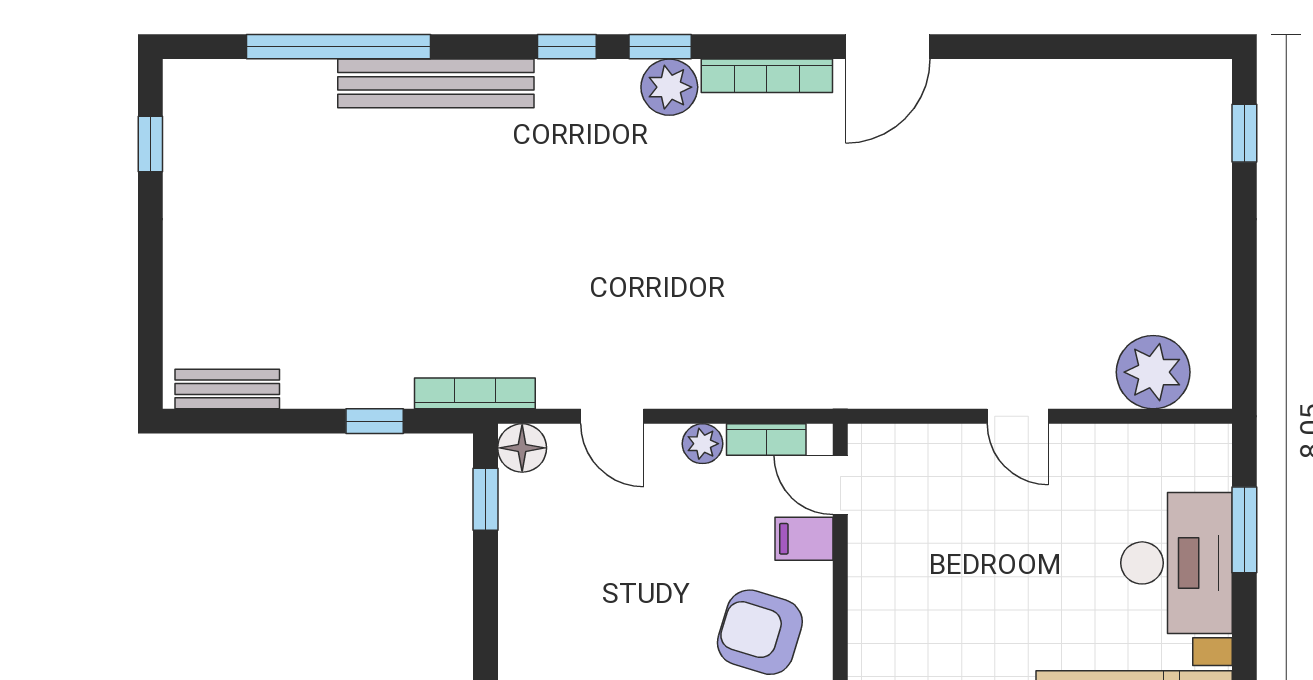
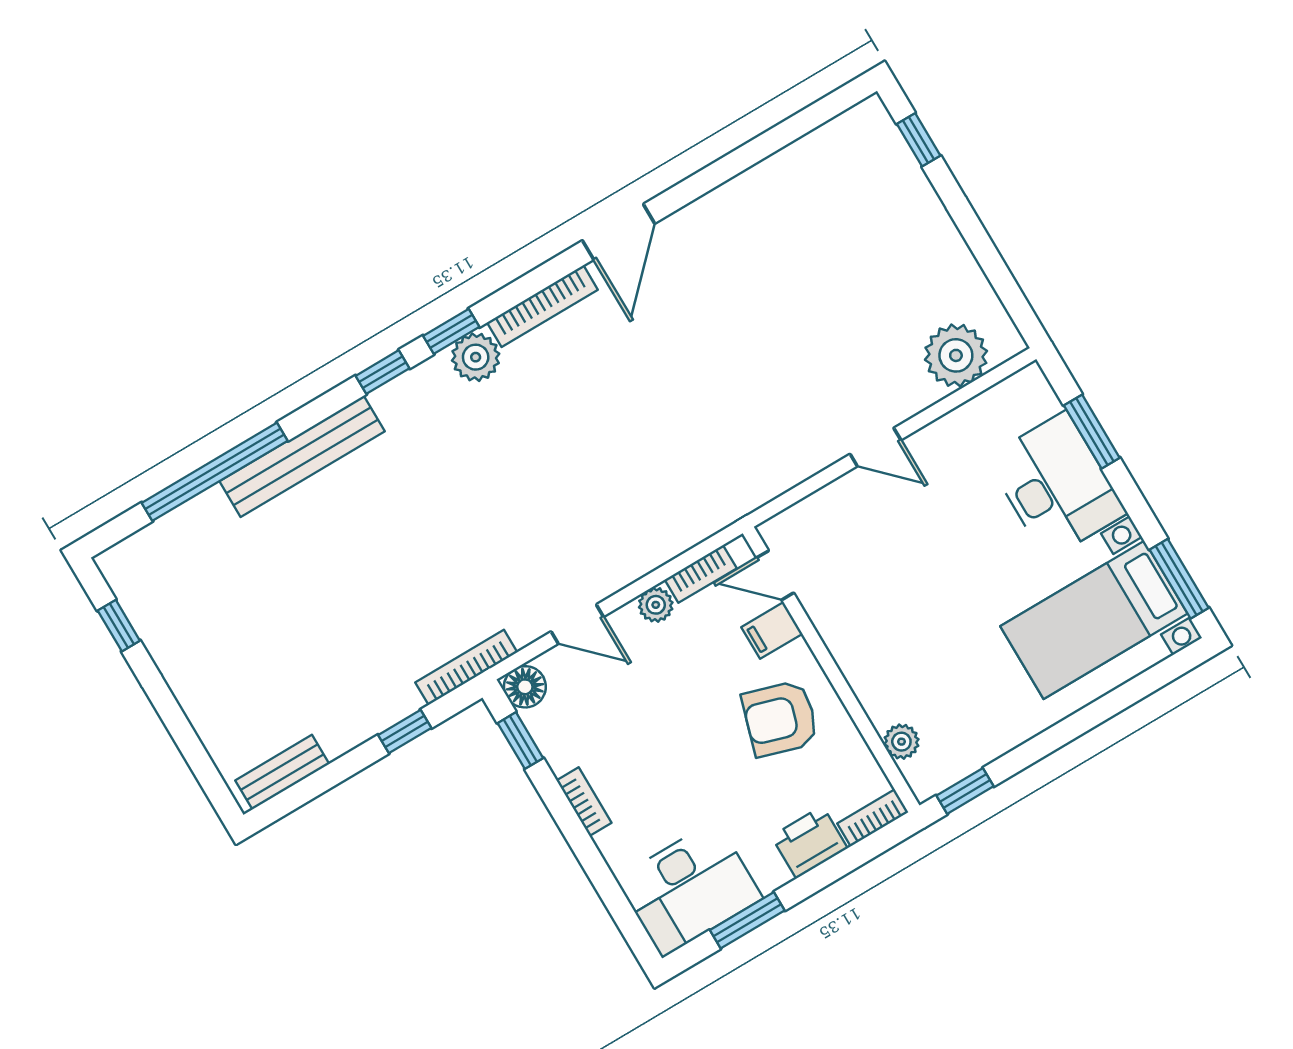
bookcase: (513, 599) -> (584, 802), added

